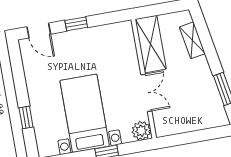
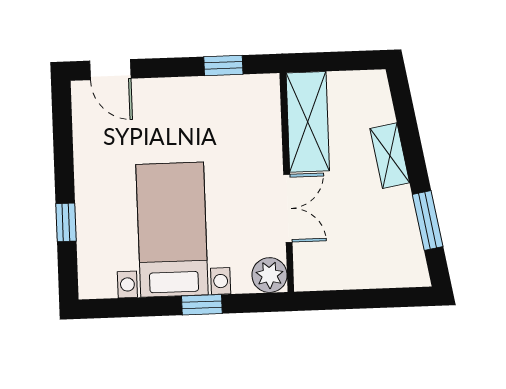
window: (76, 24) -> (223, 65), moved
shelving: (192, 40) -> (390, 156), moved

